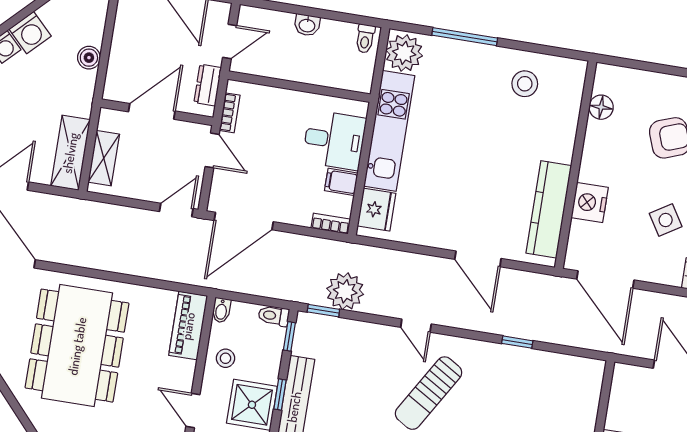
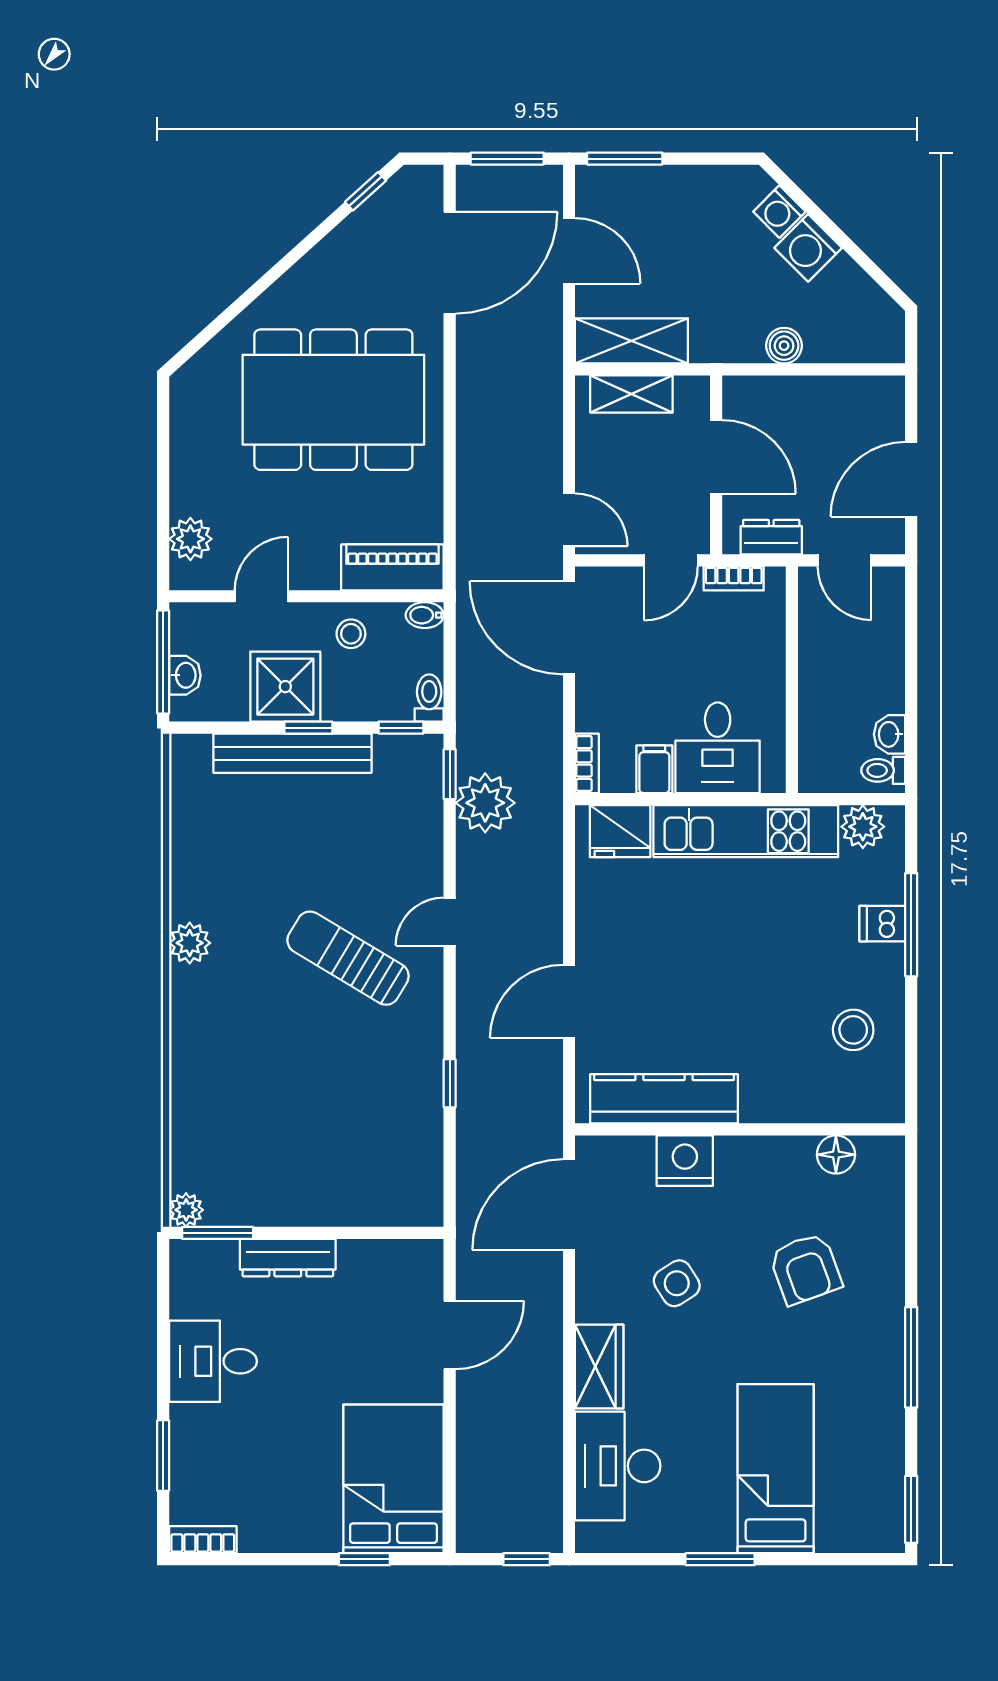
washbasin: (307, 25) -> (890, 734), moved
plant: (404, 53) -> (863, 827), width x0.73, depth x0.73
dishwasher: (461, 55) -> (882, 924), added

